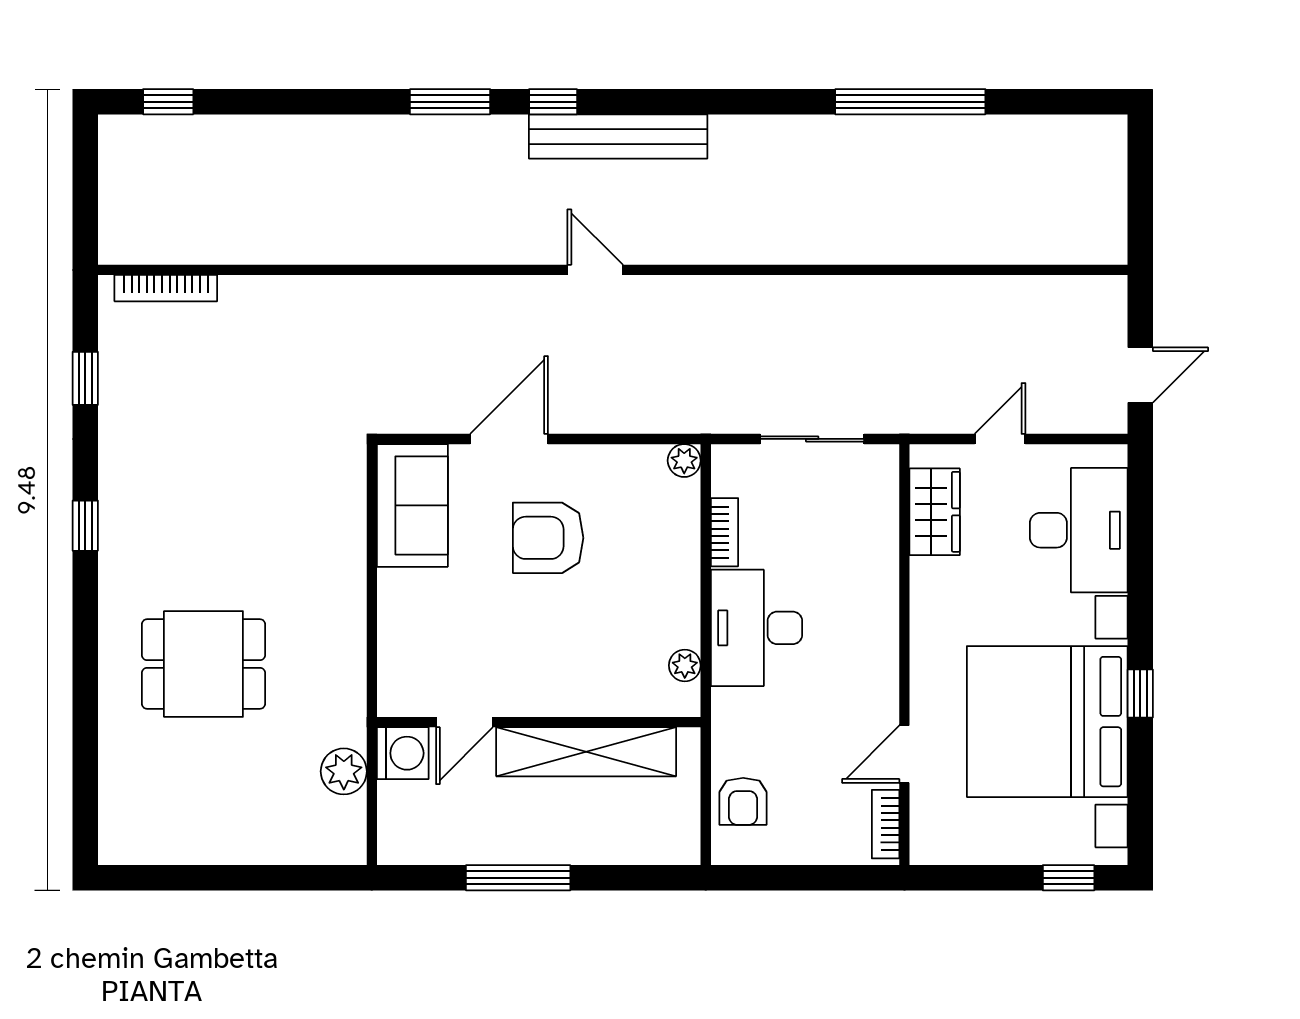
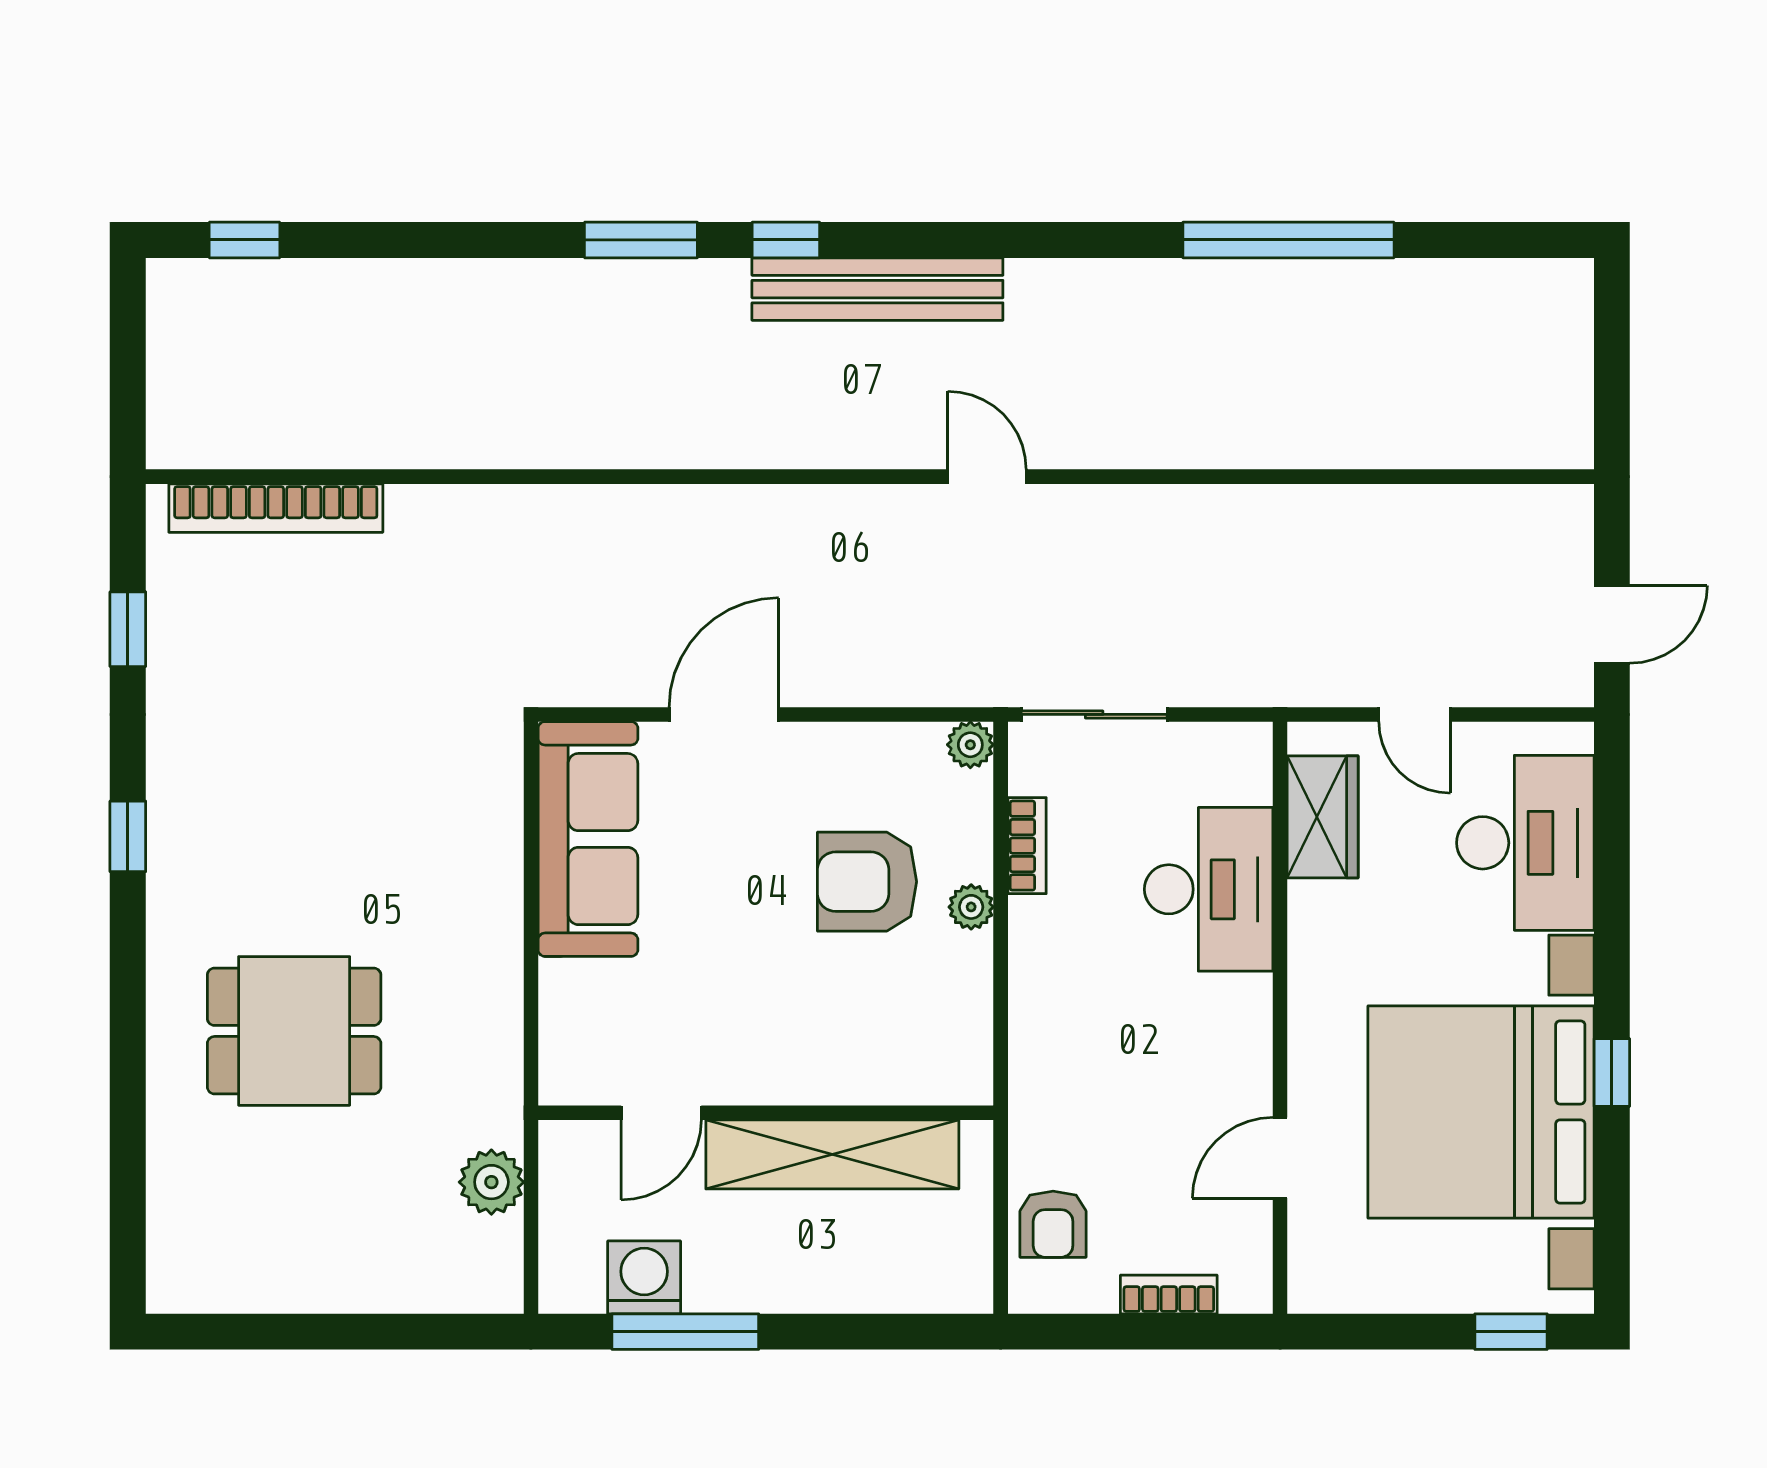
door: (595, 270) -> (987, 477), moved
bookcase: (166, 288) -> (276, 508), width x1.48, depth x1.31
sliding door: (812, 439) -> (1094, 714), moved
door: (1000, 439) -> (1415, 714), swing flipped
sofa: (412, 505) -> (588, 839), width x1.36
armchair: (548, 538) -> (867, 882), moved
desk: (757, 628) -> (1209, 889), moved, turned 180
plant: (685, 665) -> (971, 907), moved
washing machine: (403, 753) -> (644, 1277), moved, turned -90
bookcase: (886, 824) -> (1169, 1294), moved, turned 90
window: (518, 878) -> (685, 1332), moved

